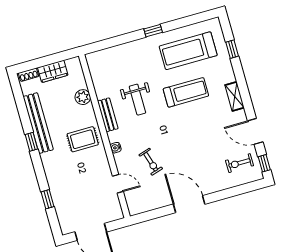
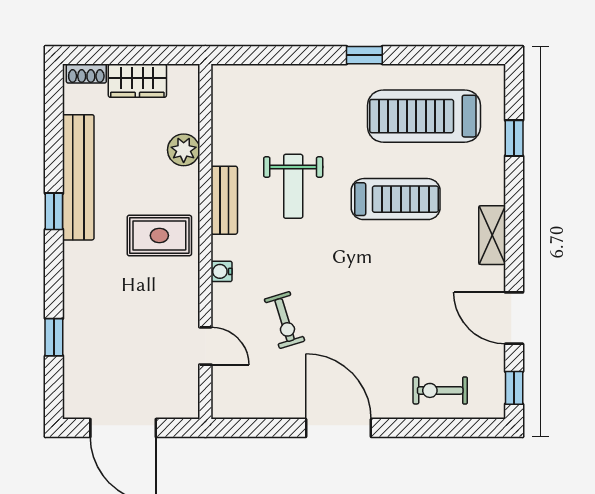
exercise bike: (240, 163) -> (440, 390), moved

